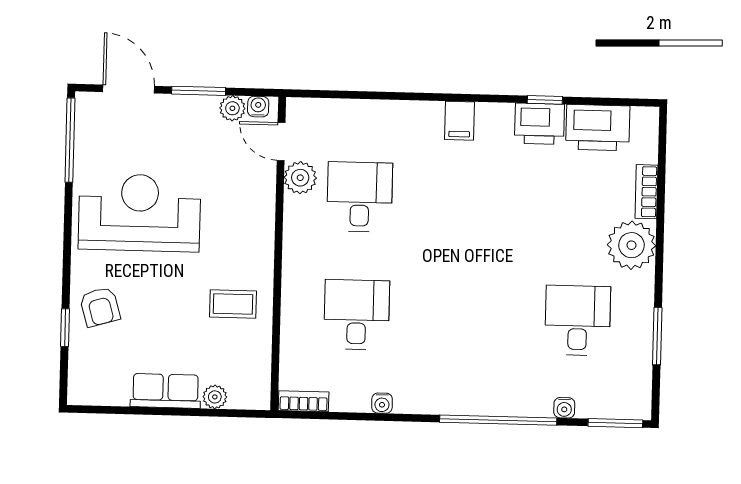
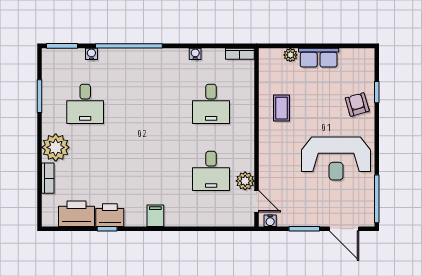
plant: (232, 108) -> (285, 219), removed
coffee table: (233, 304) -> (281, 108), turned 90

